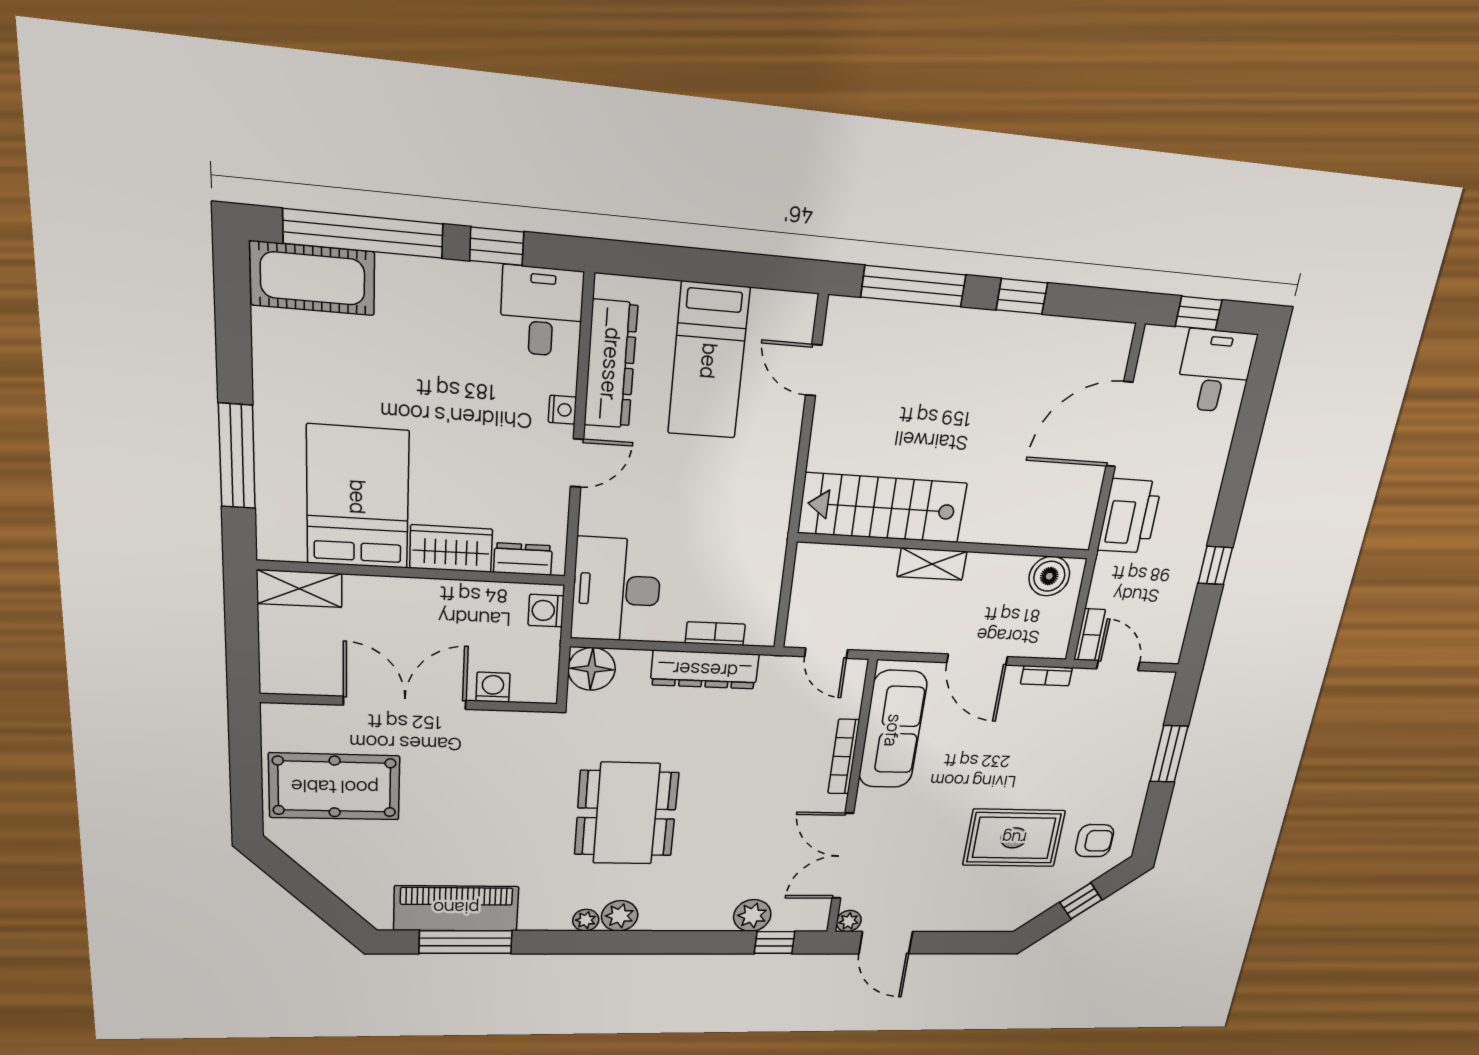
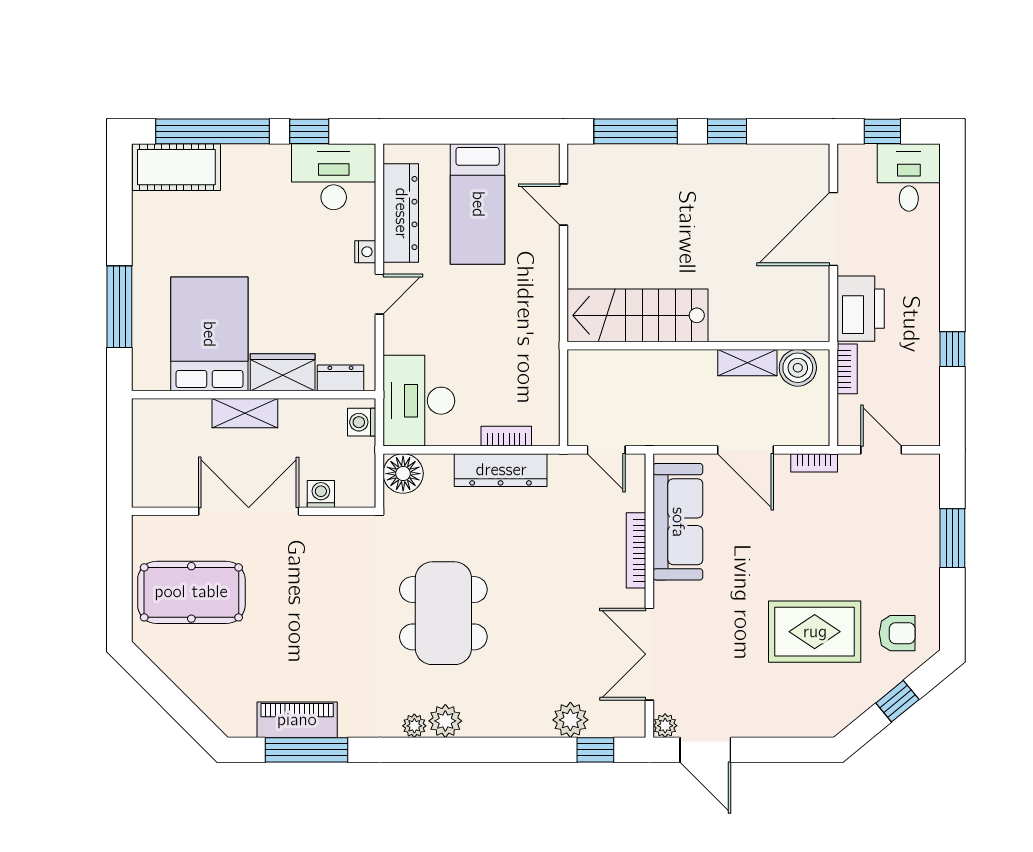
desk: (542, 312) -> (334, 177), width x1.37
shelving: (932, 564) -> (747, 363), moved
shelving: (299, 589) -> (245, 413), moved
bookcase: (1090, 635) -> (847, 369), moved
piano: (456, 908) -> (297, 720), width x0.73, depth x0.75

